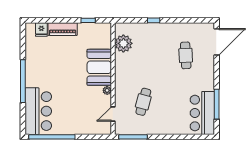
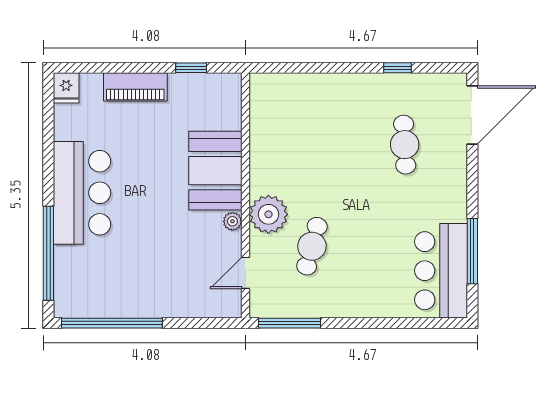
window: (154, 20) -> (397, 68), moved
fridge: (41, 29) -> (66, 88), moved
plant: (123, 43) -> (268, 214), moved
window: (23, 81) -> (48, 253), moved
bar counter: (38, 111) -> (82, 193), moved

